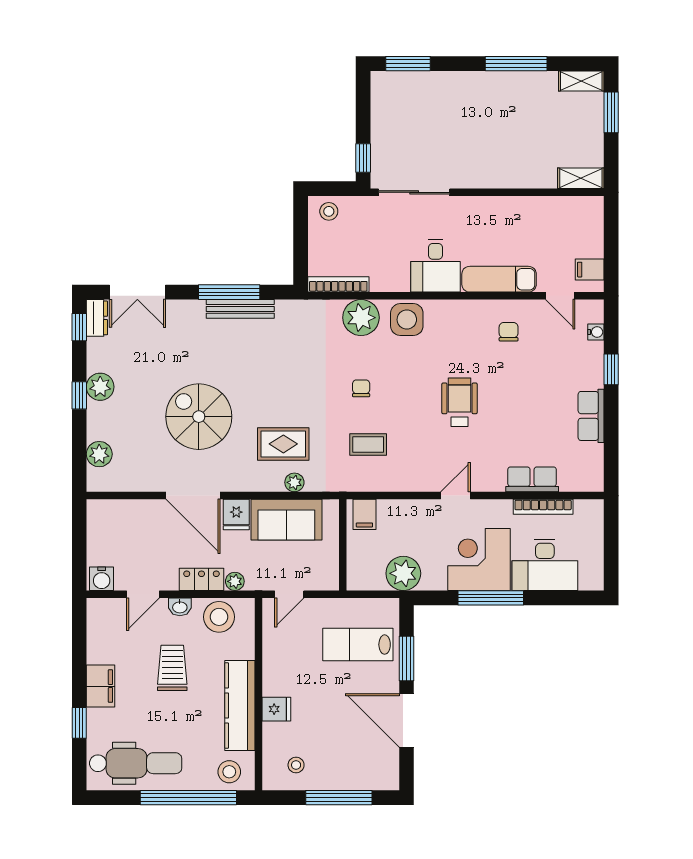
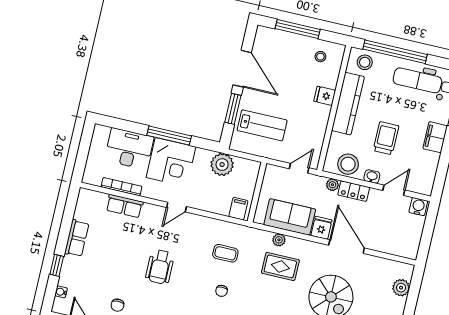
trolley: (172, 668) -> (386, 138), turned 180

